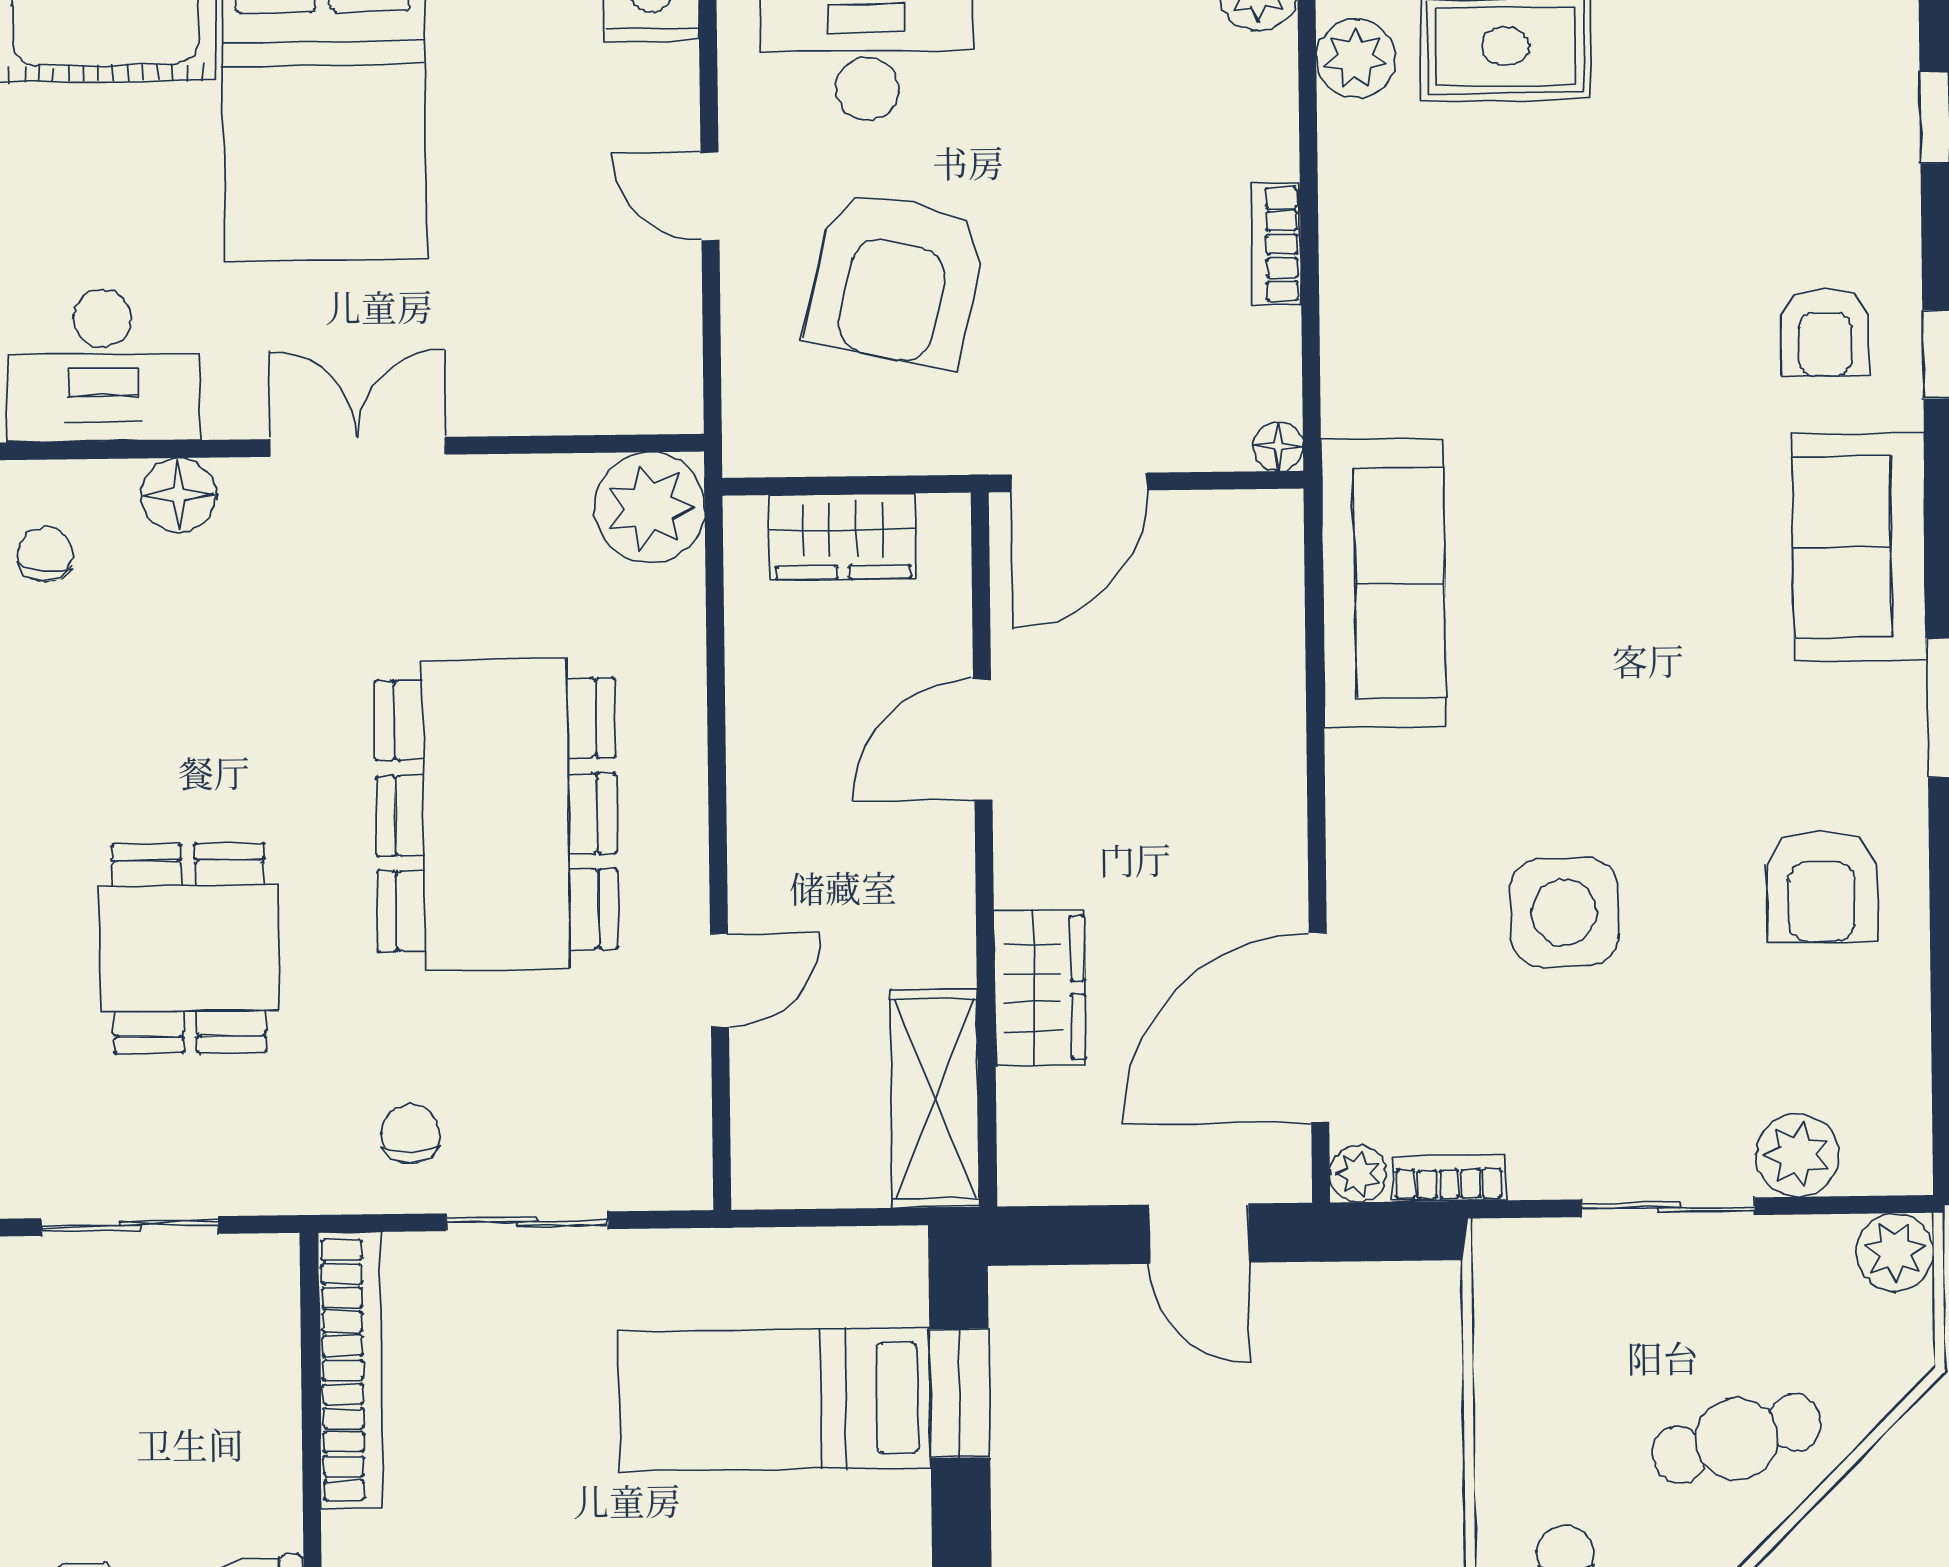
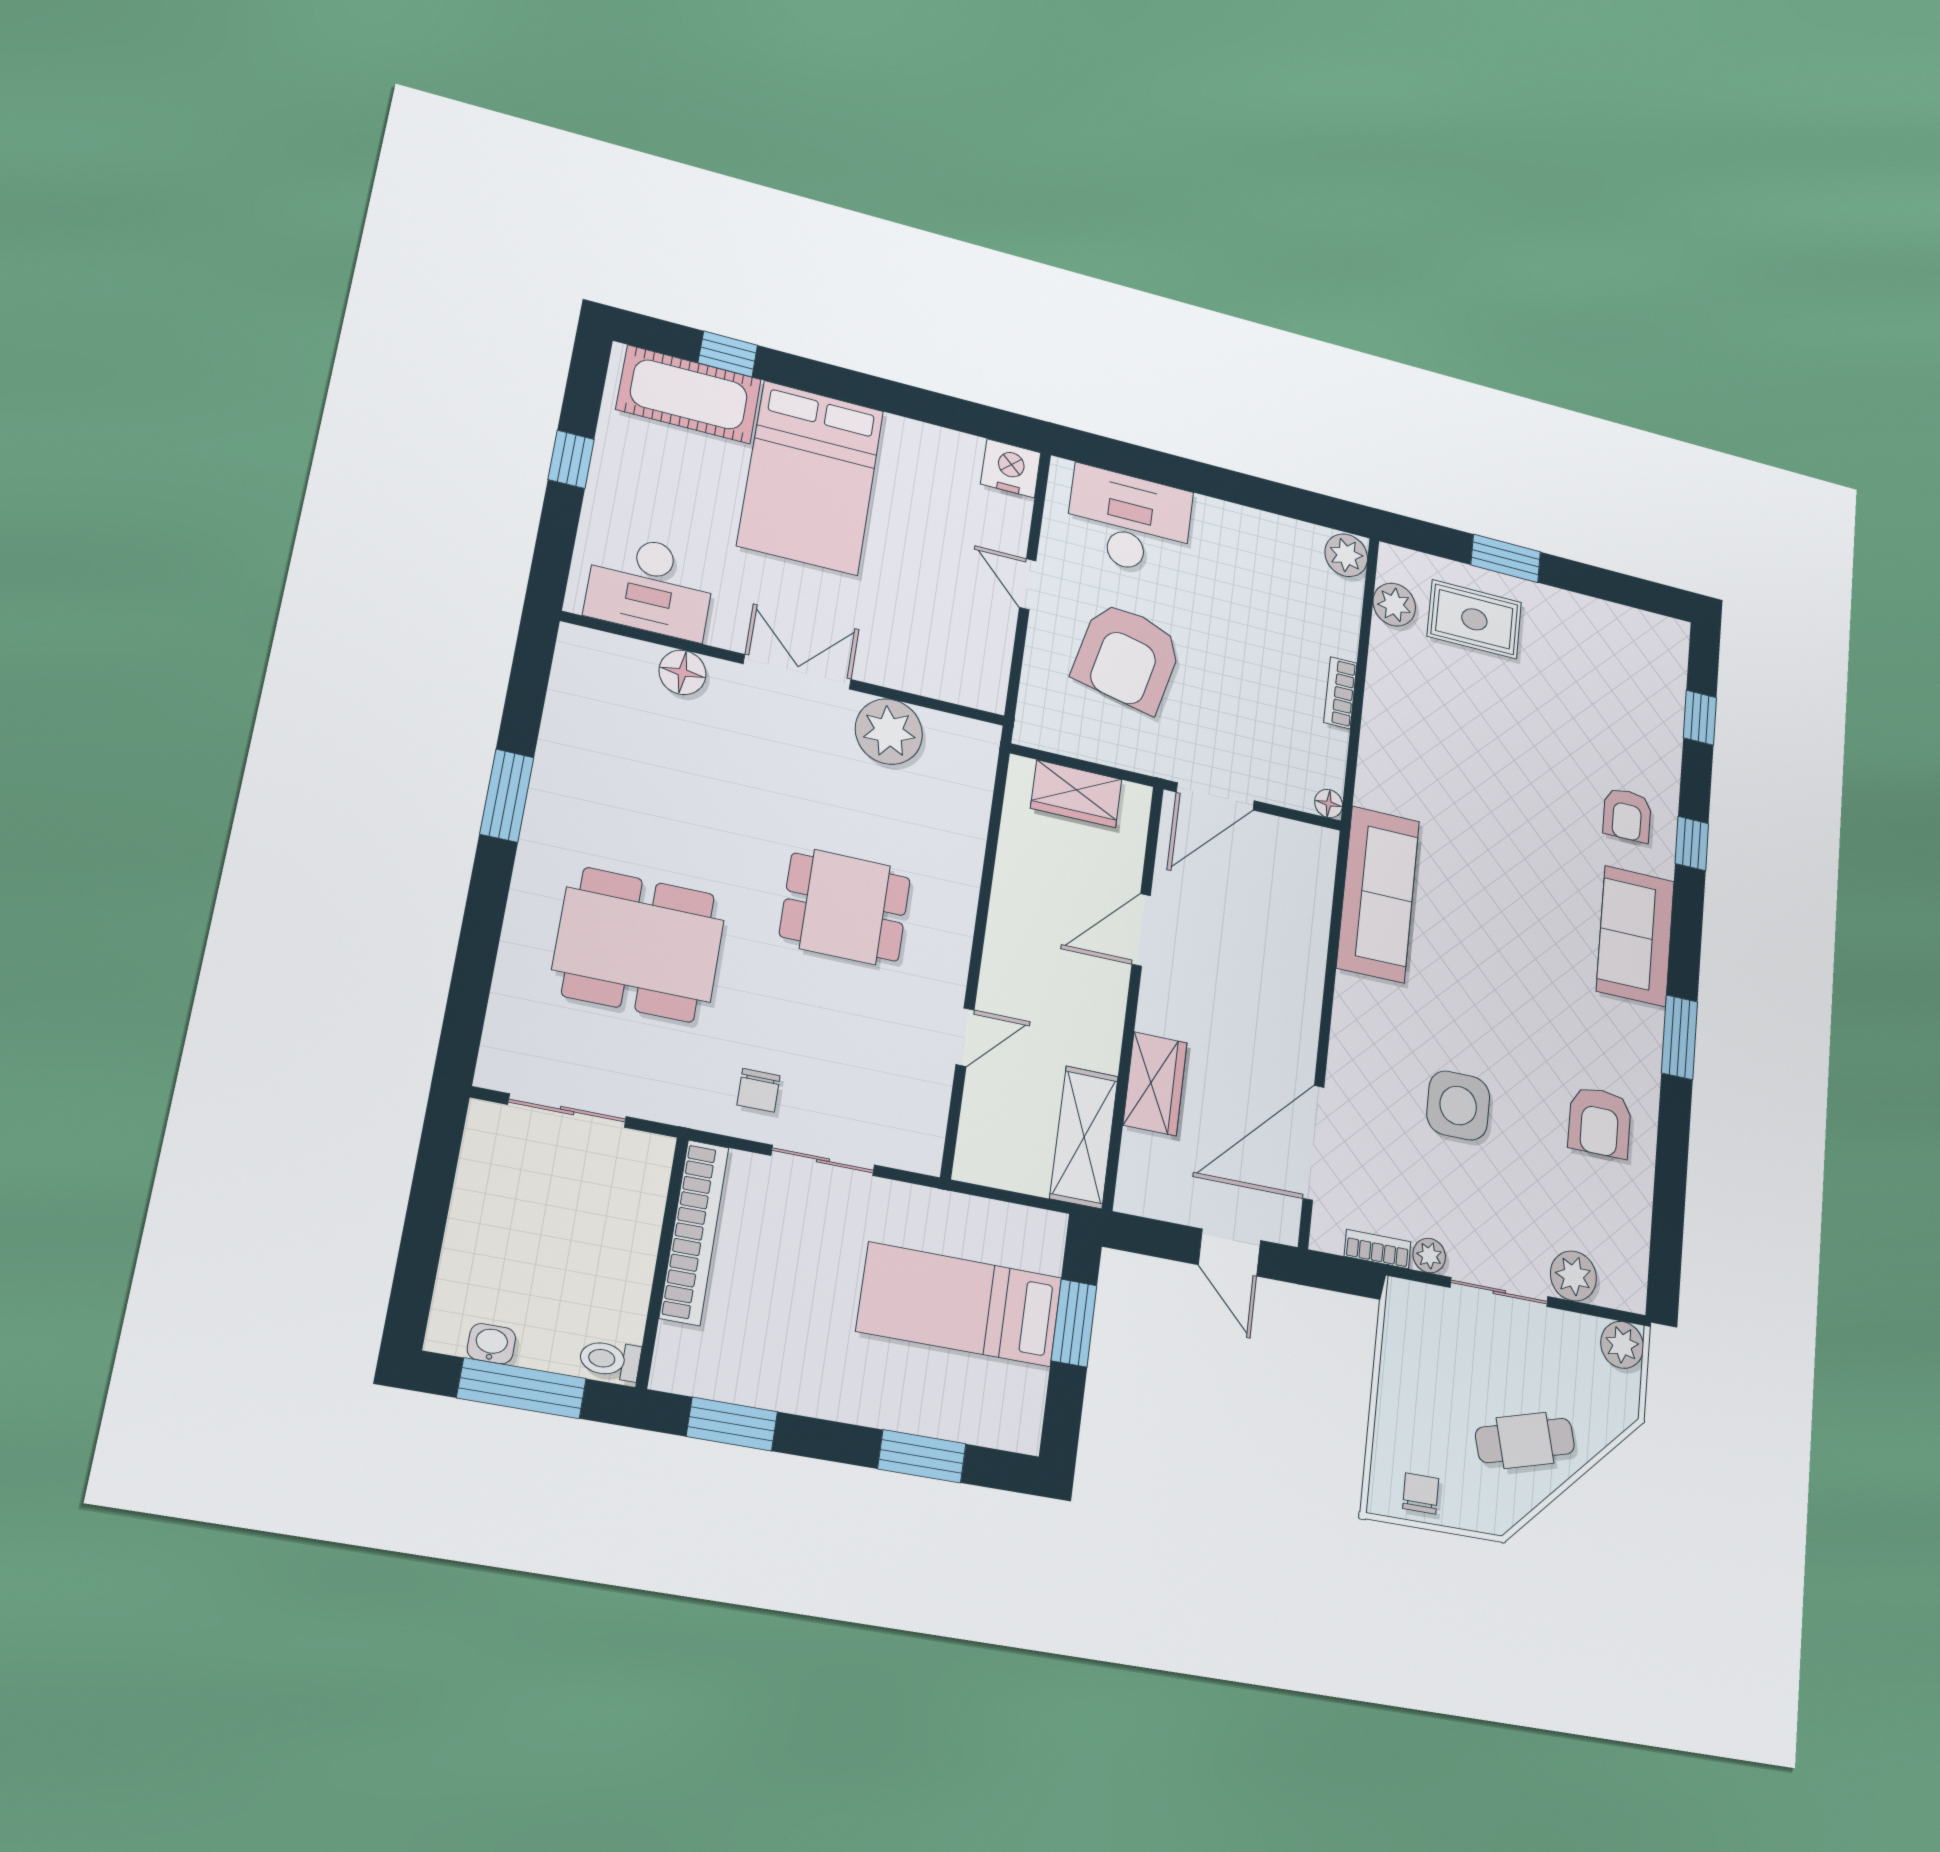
plant: (650, 508) -> (889, 732), moved
chair: (45, 554) -> (593, 687), removed
dining table: (496, 815) -> (845, 907), width x0.53, depth x0.80
dining table: (189, 948) -> (639, 945), width x1.37
chair: (410, 1134) -> (758, 1090), turned 180
plant: (1358, 1174) -> (1429, 1256), moved

